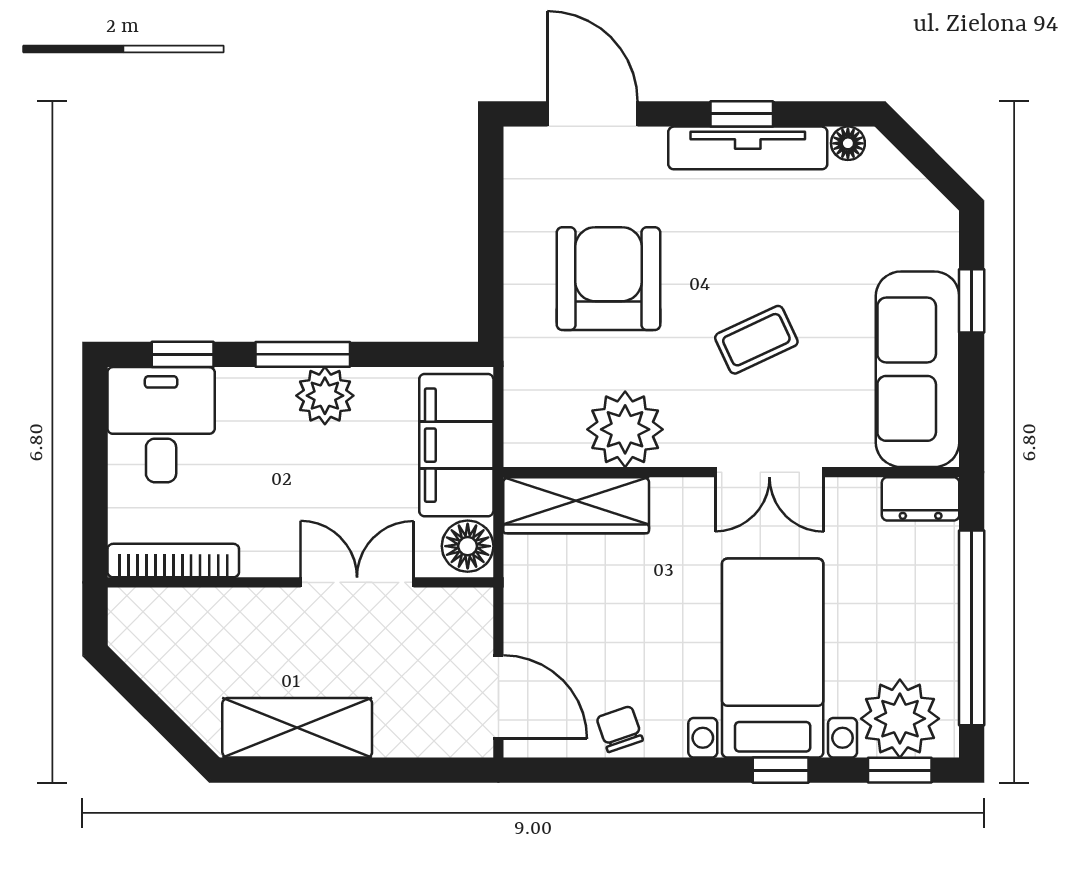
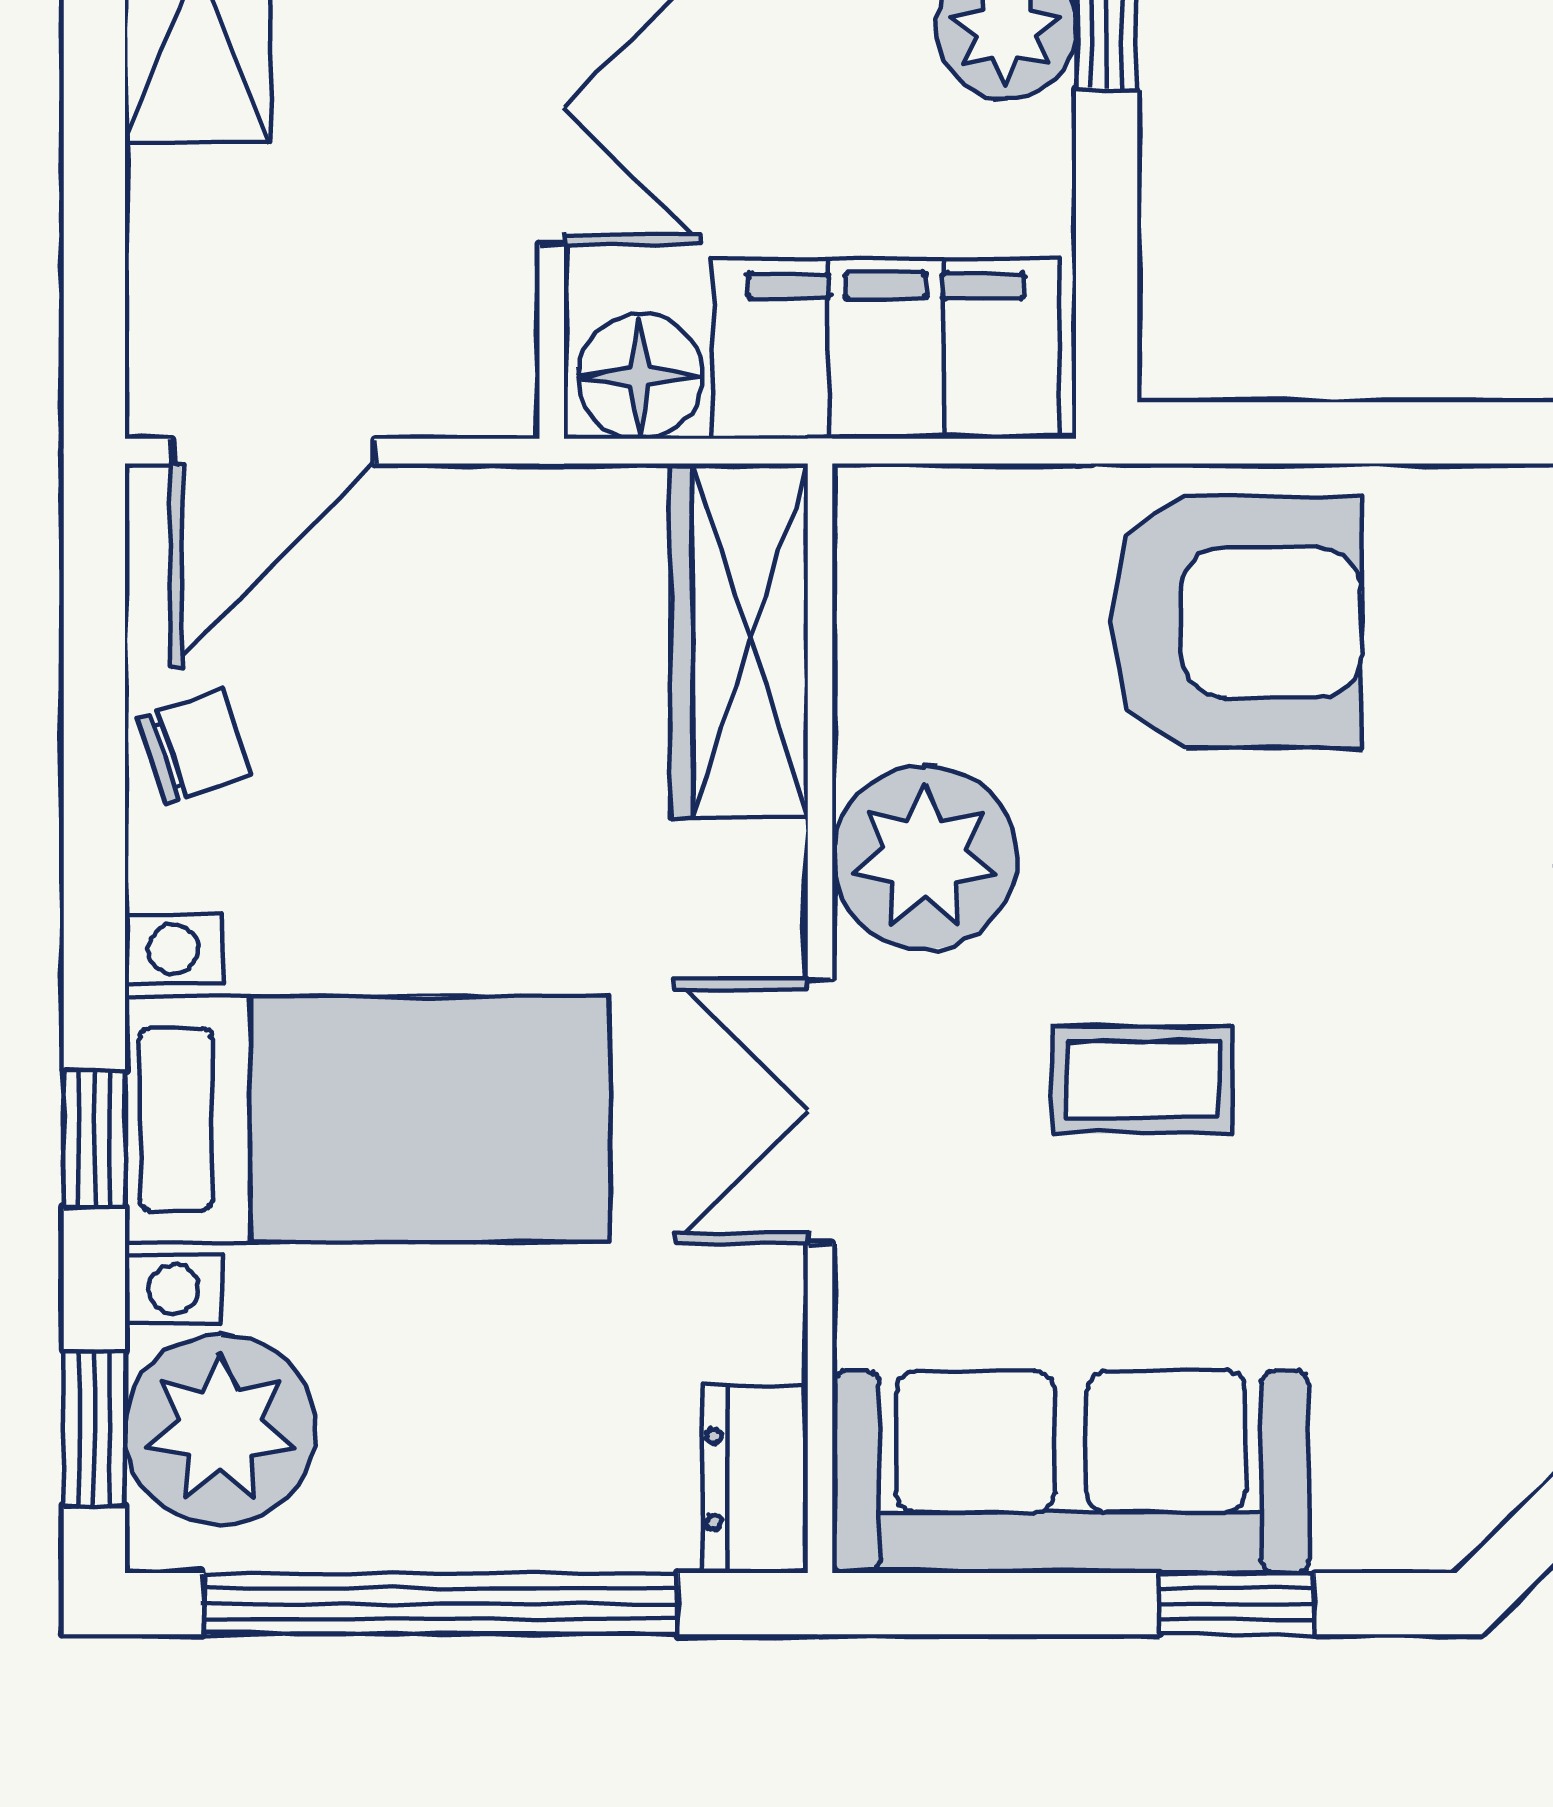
armchair: (609, 279) -> (1236, 622), moved
coffee table: (756, 340) -> (1142, 1080), turned -65
plant: (625, 429) -> (924, 857), moved

